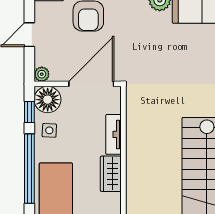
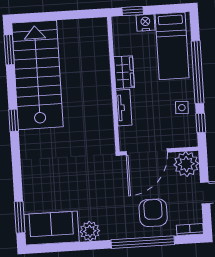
plant: (42, 74) -> (186, 164), width x1.88, depth x1.88
floor lamp: (48, 100) -> (185, 135), removed

